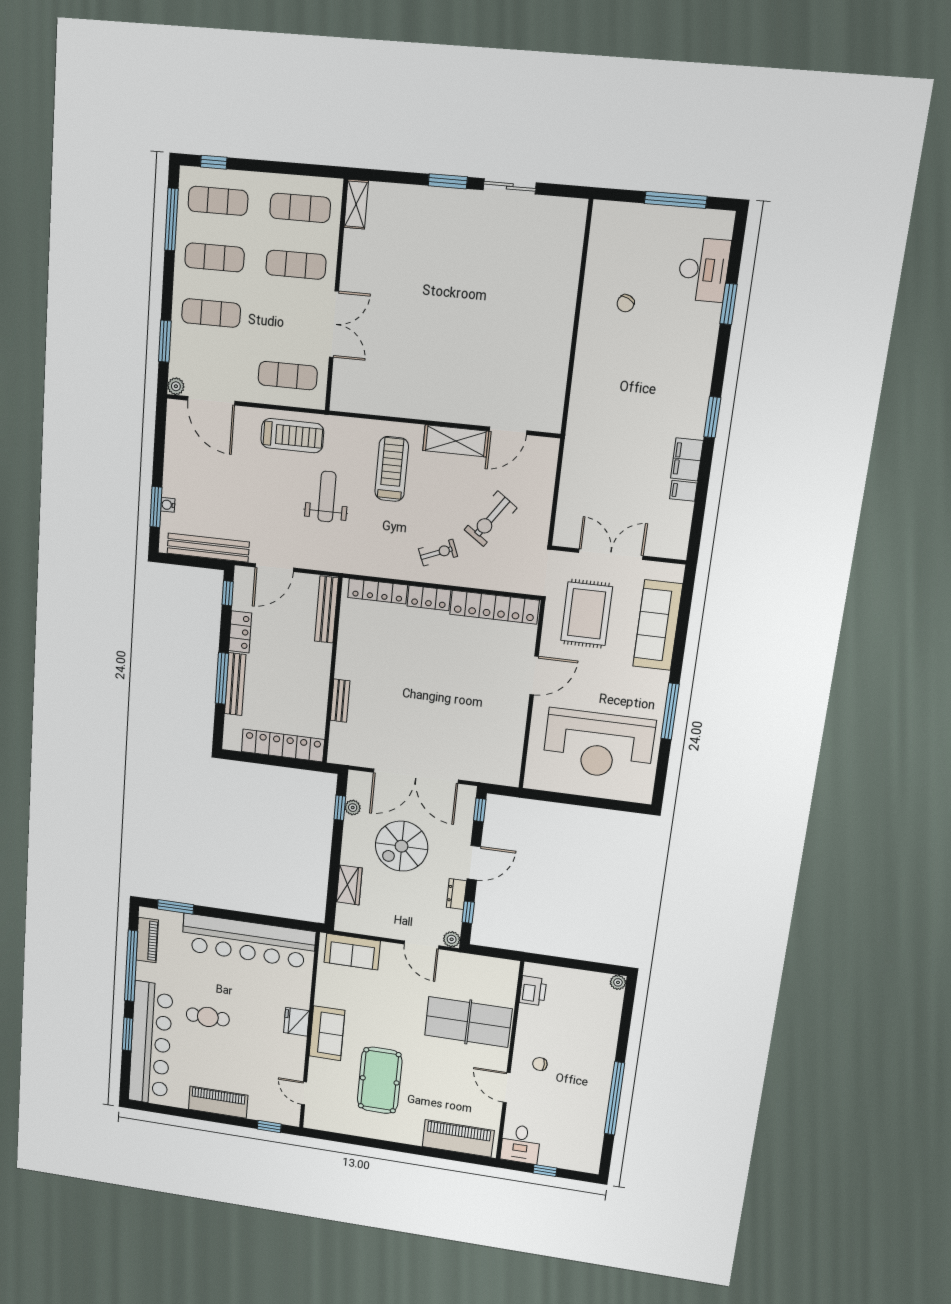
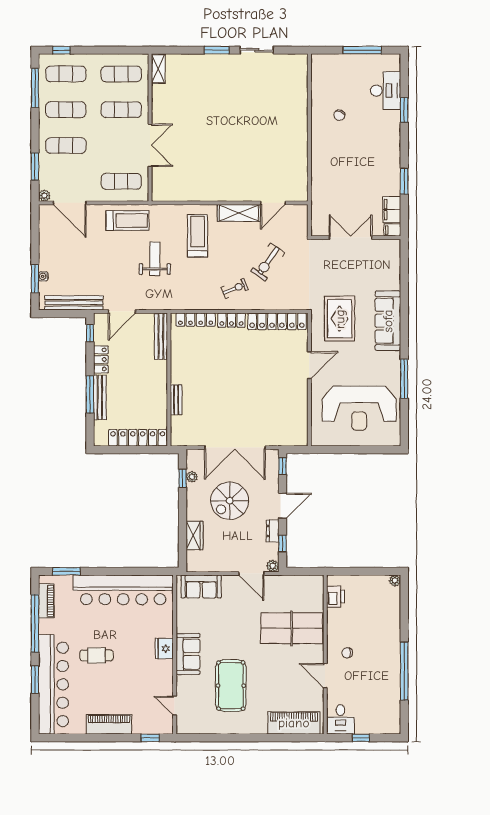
double door: (611, 554) -> (351, 238), moved
wall: (618, 555) -> (356, 238), moved

